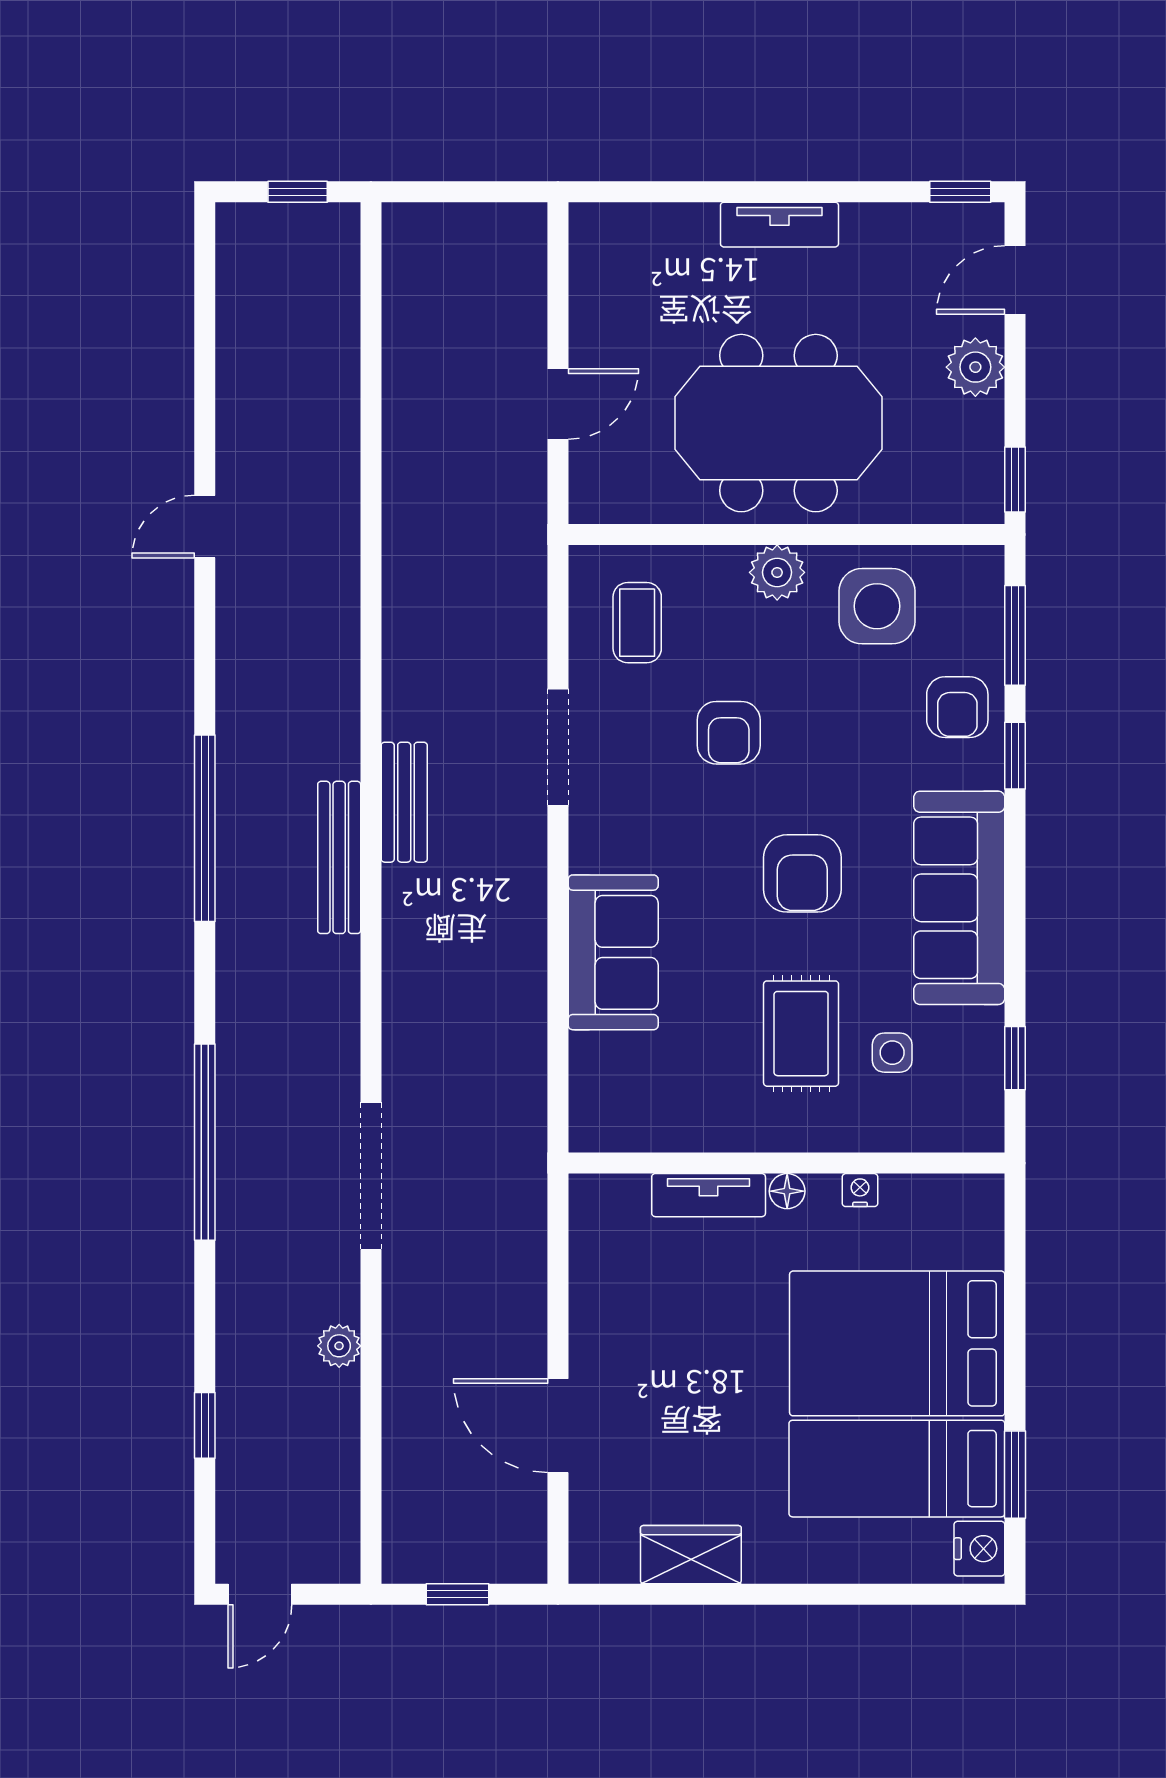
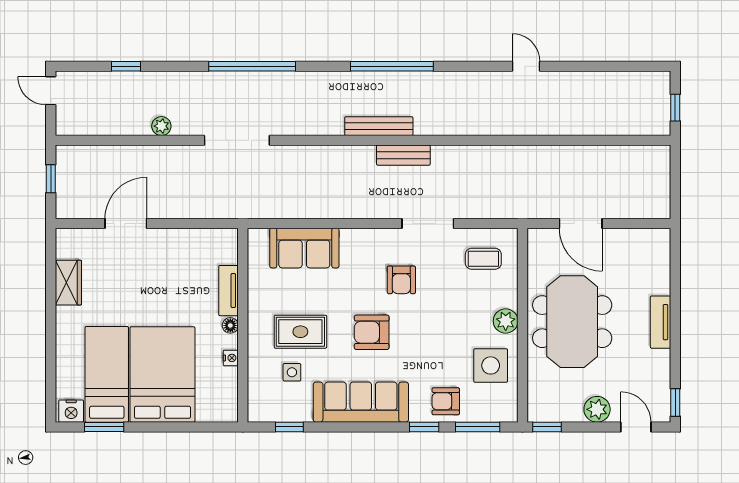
door: (558, 404) -> (581, 223), width x1.38
armchair: (729, 733) -> (401, 280), moved, turned -90
sofa: (613, 952) -> (304, 248), moved

